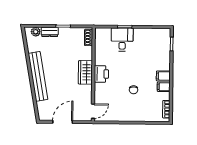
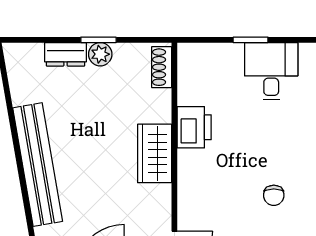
plant: (36, 32) -> (100, 54), moved
desk: (122, 39) -> (271, 71), moved
printer: (101, 74) -> (194, 127), moved

